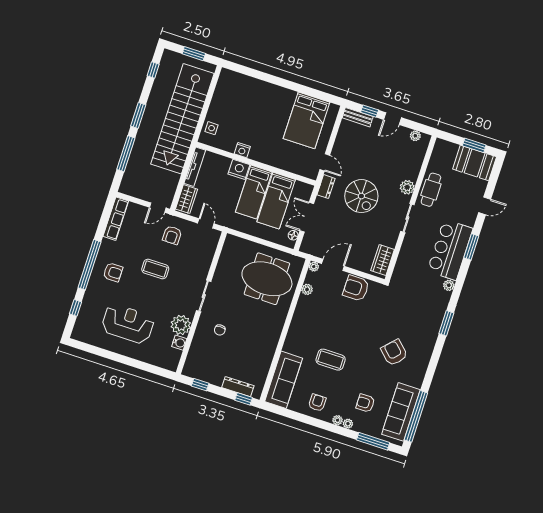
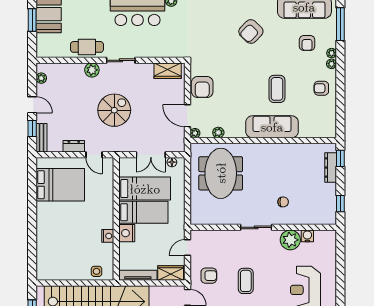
door: (325, 162) -> (94, 155), swing flipped
dresser: (326, 187) -> (74, 146), moved
sofa: (284, 380) -> (272, 127), moved

